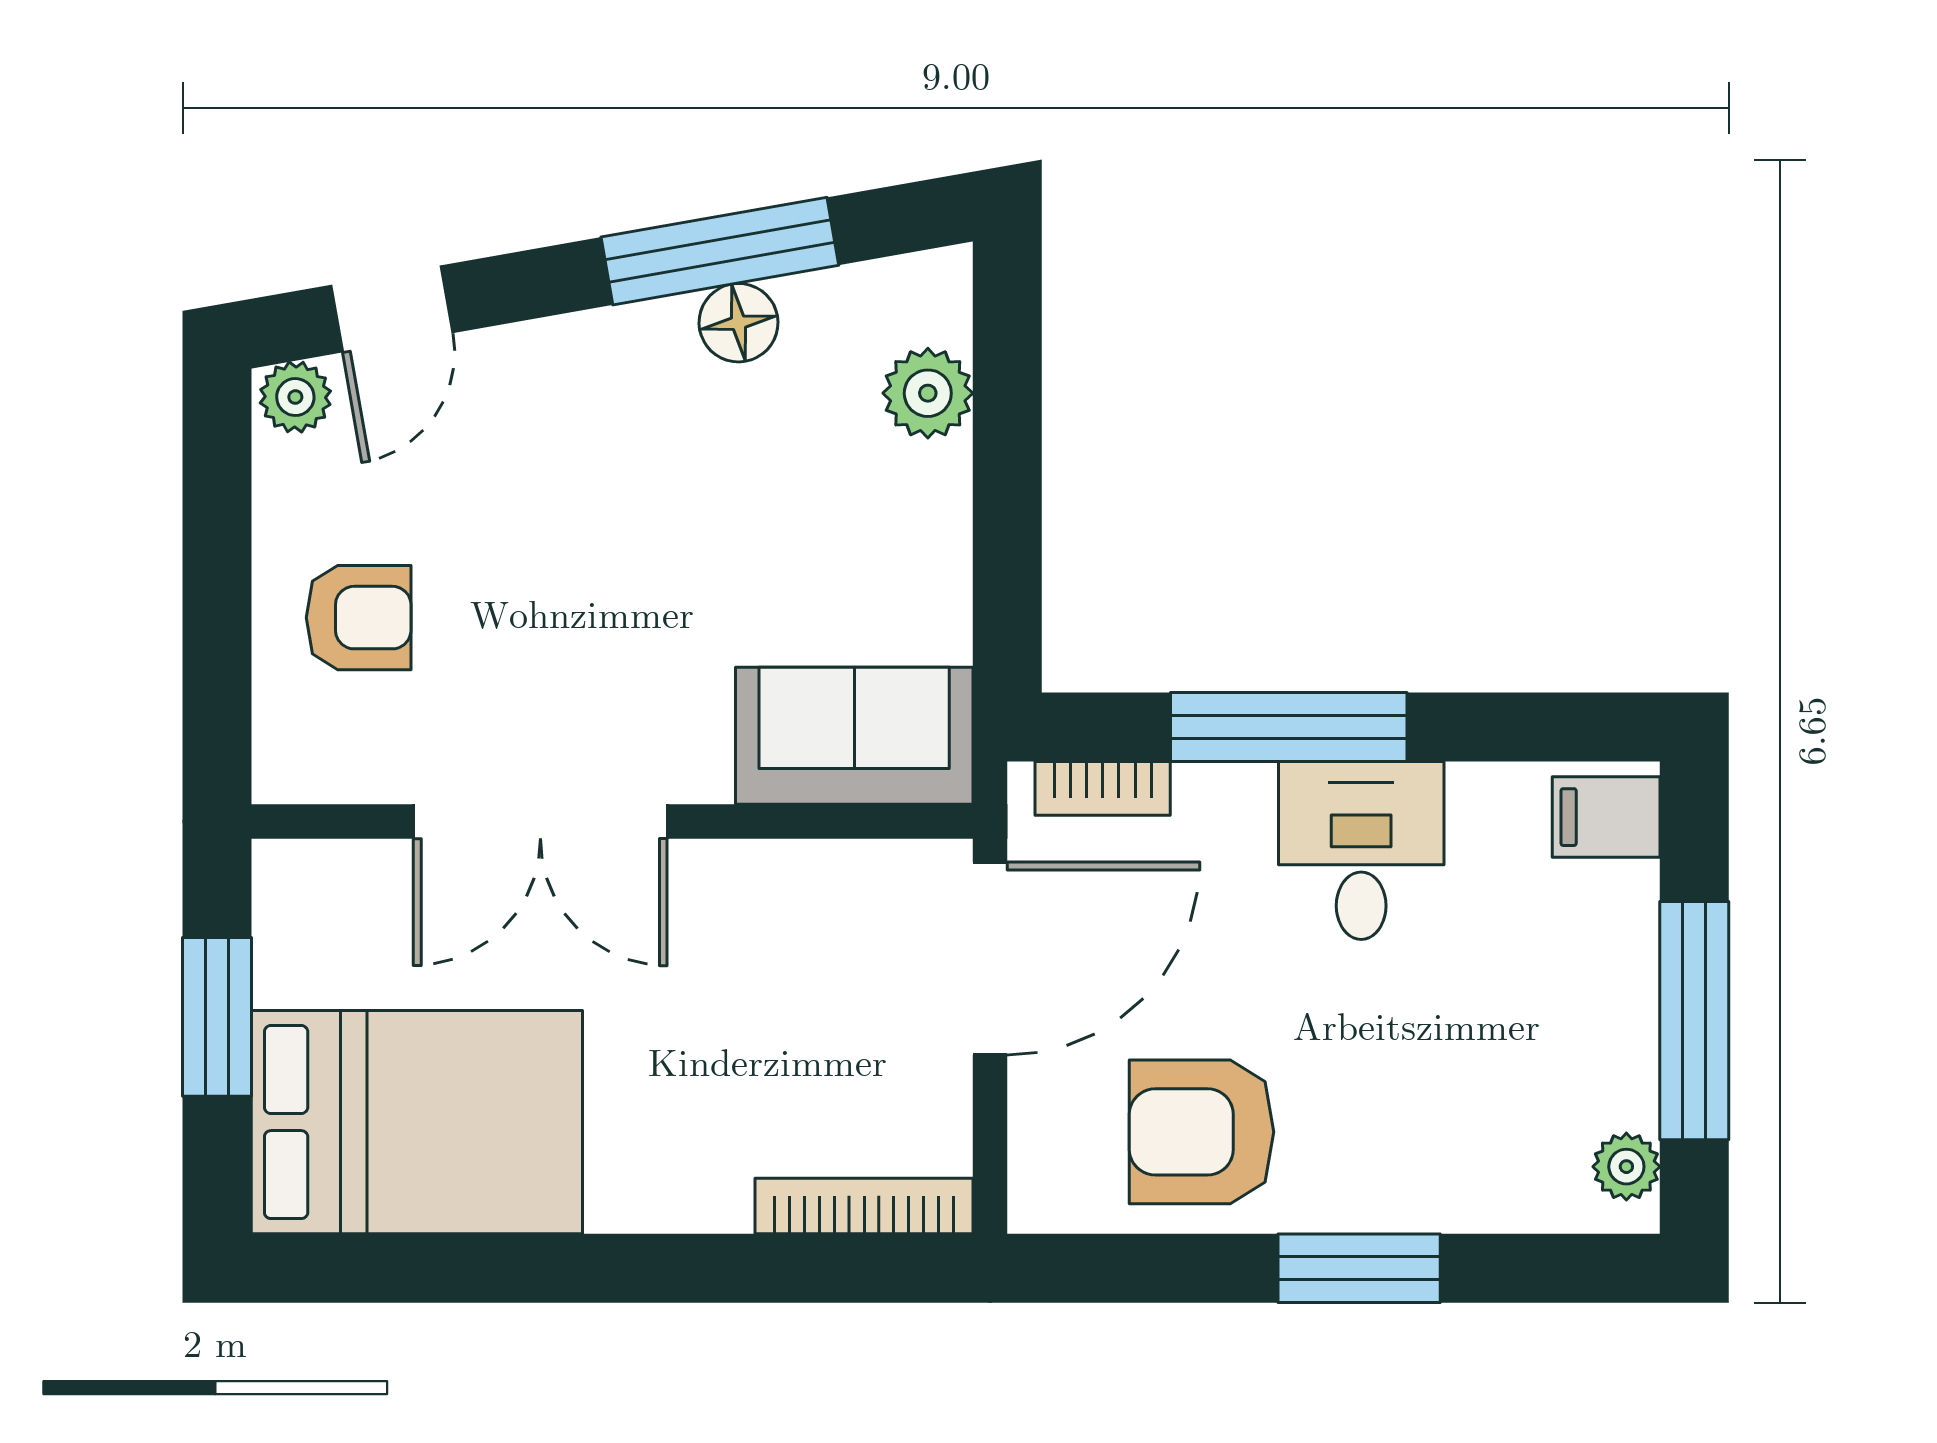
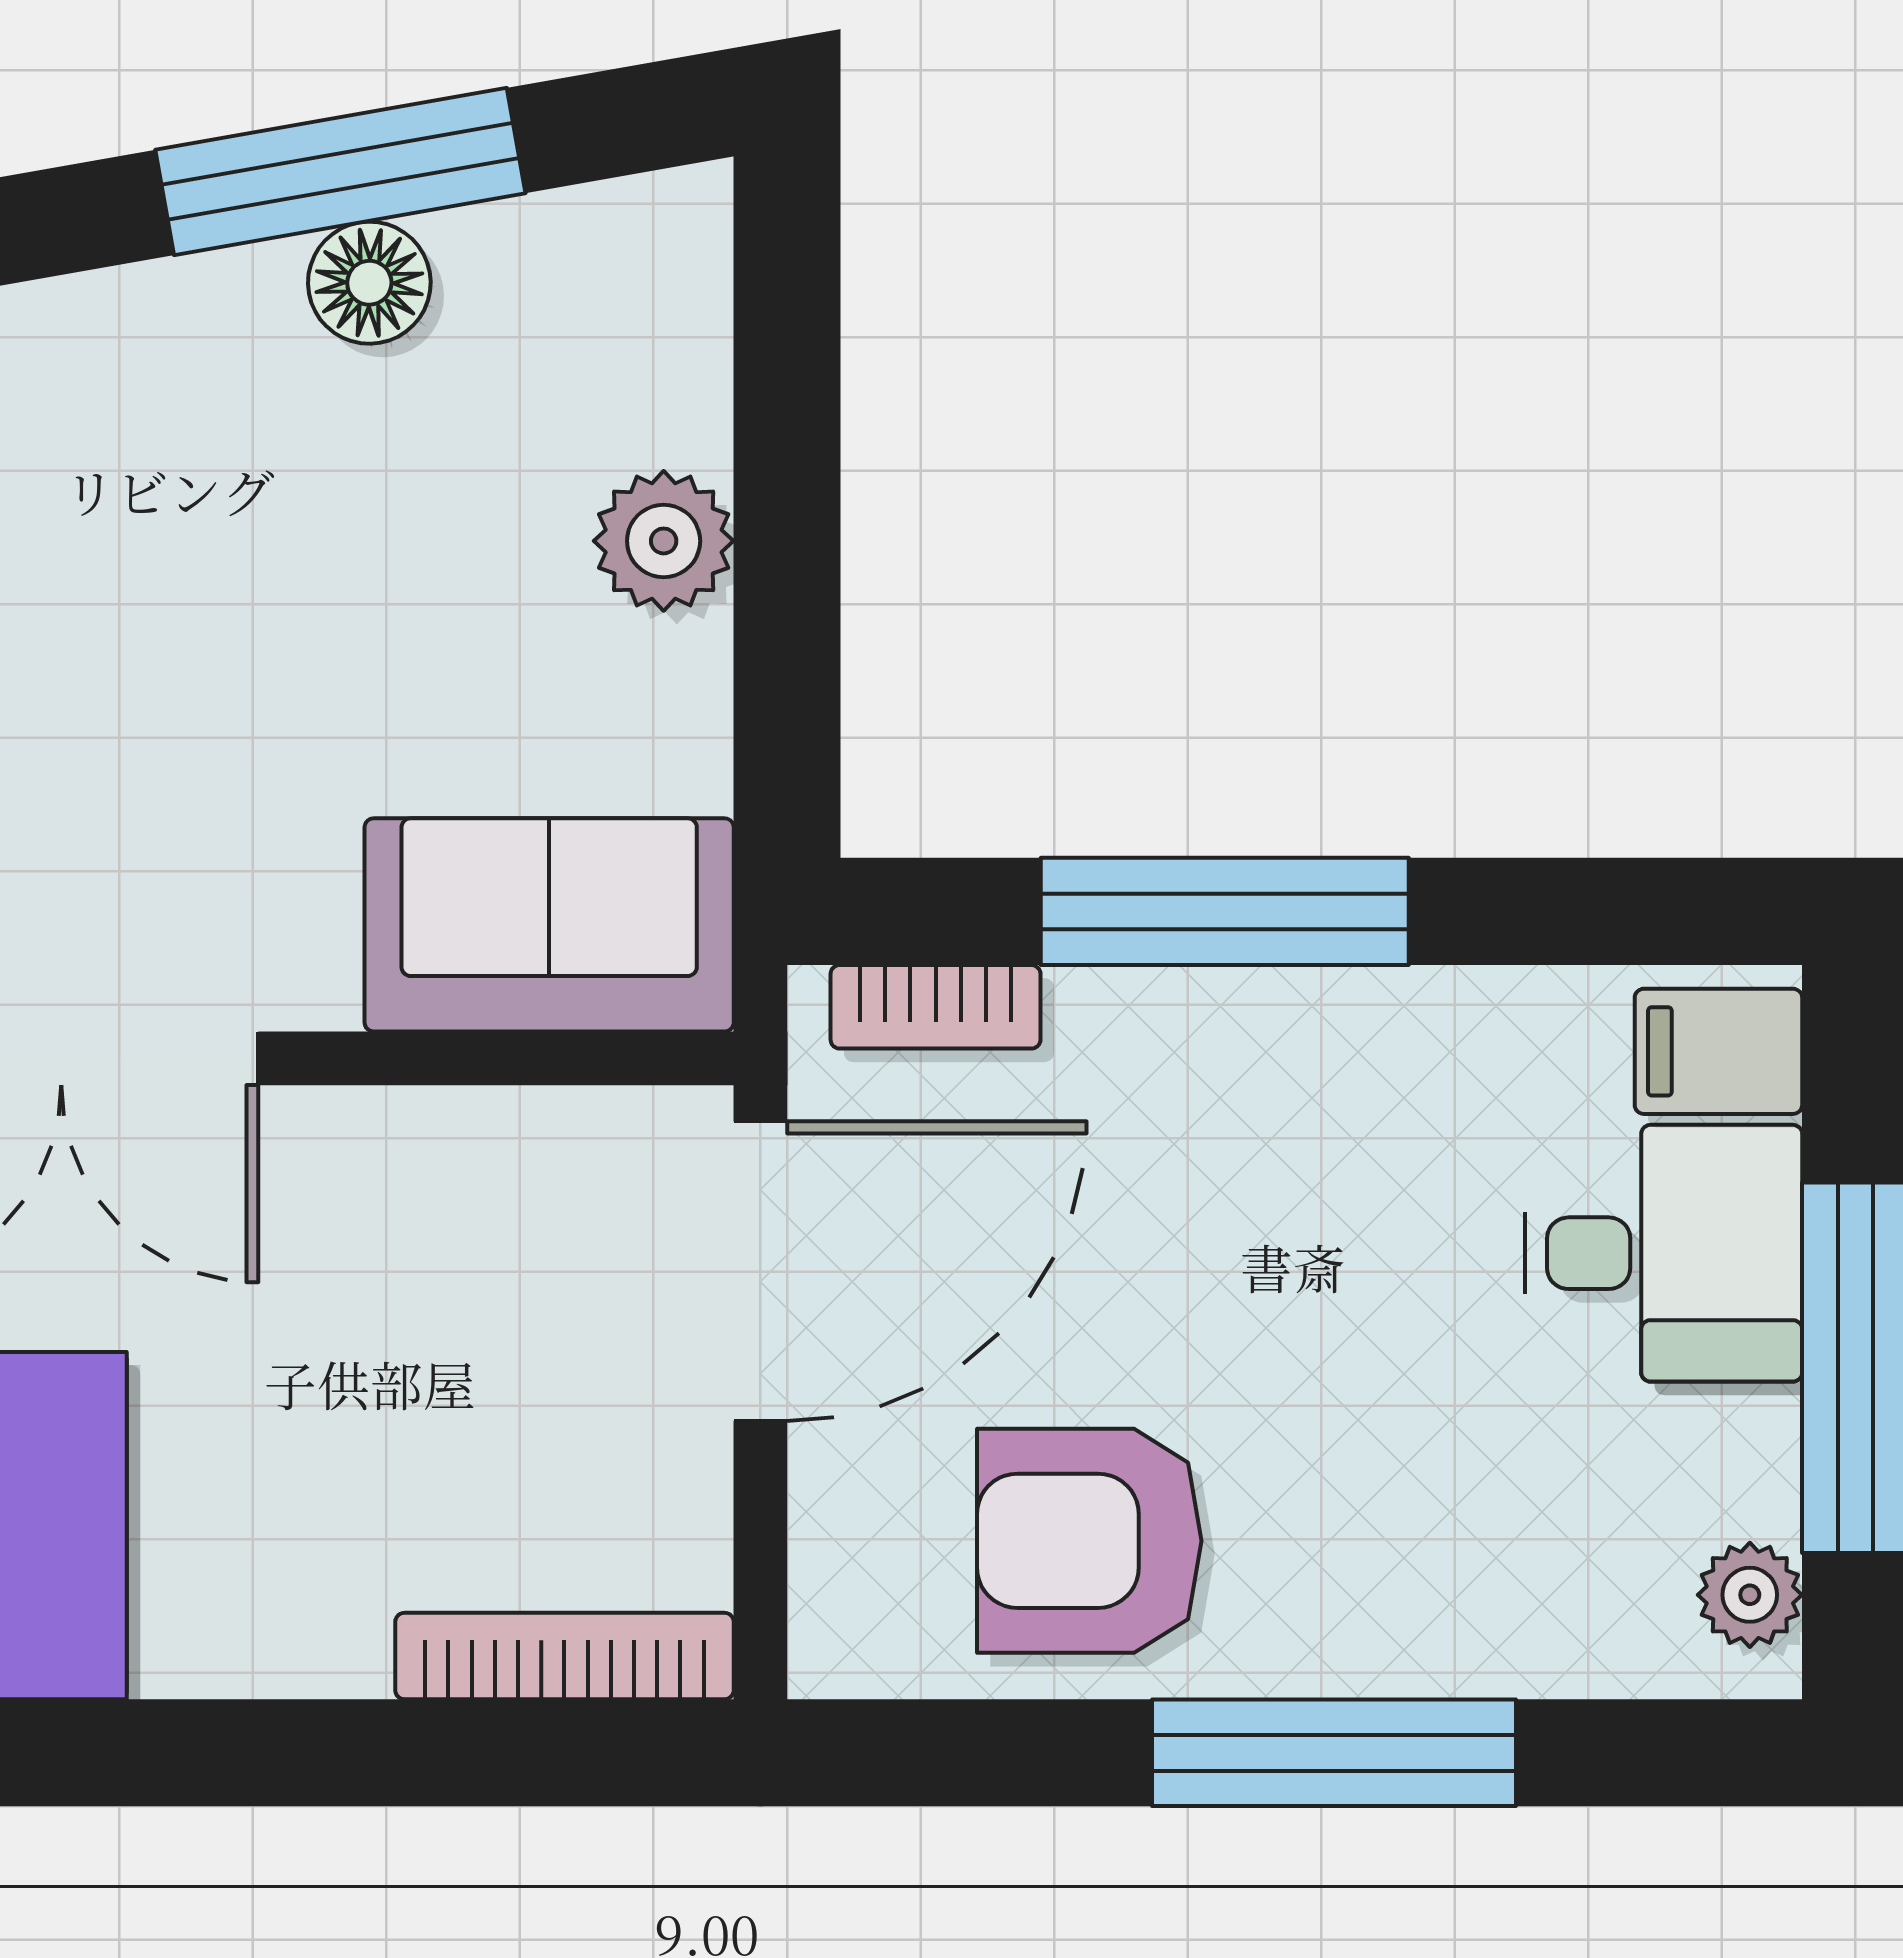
plant: (928, 393) -> (664, 541), moved
desk: (1361, 851) -> (1663, 1253), moved, turned 90
window: (1359, 1268) -> (1334, 1753), width x1.44

